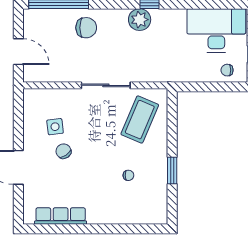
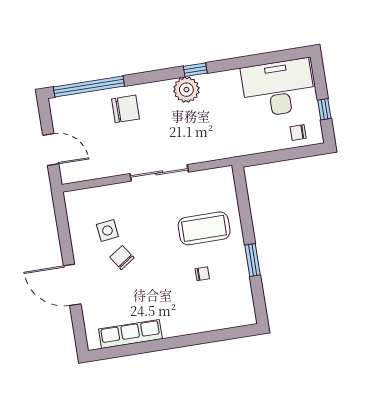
coffee table: (140, 120) -> (204, 228), moved, turned 67

